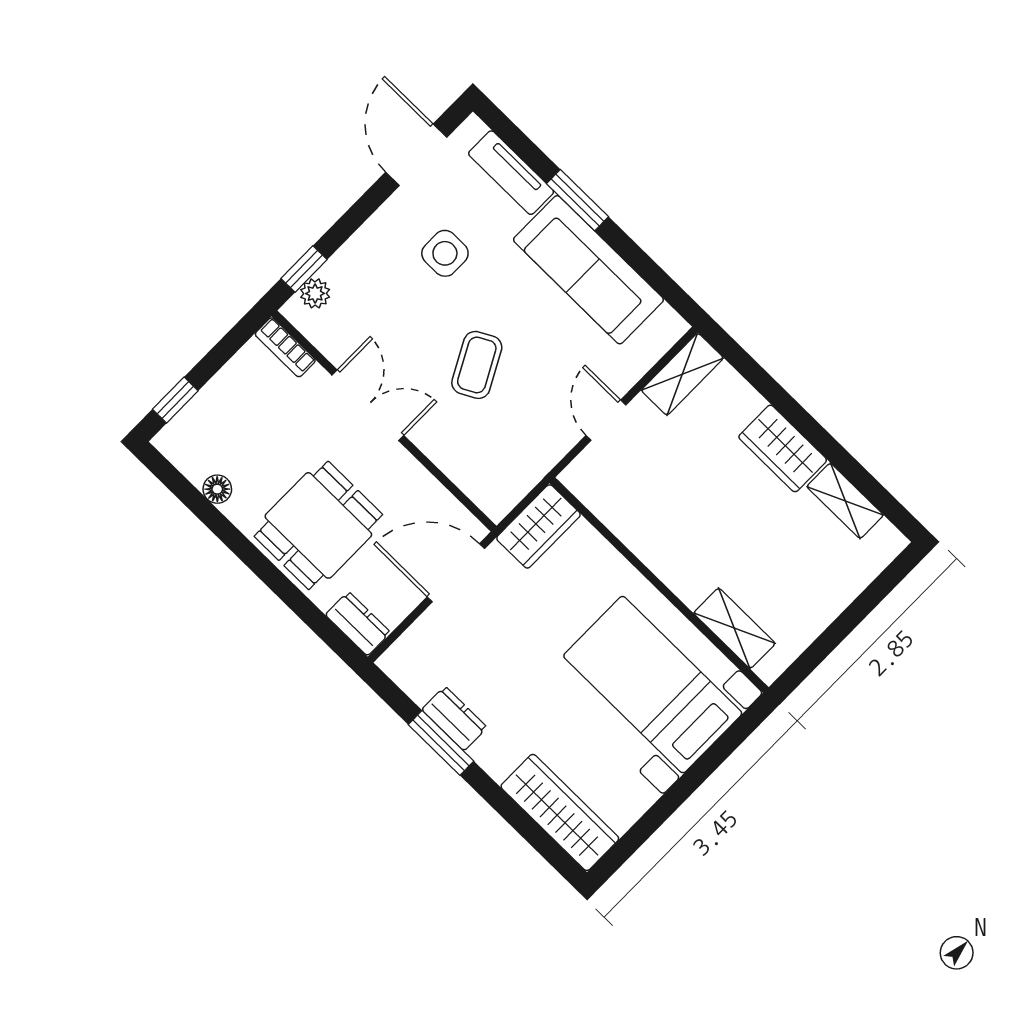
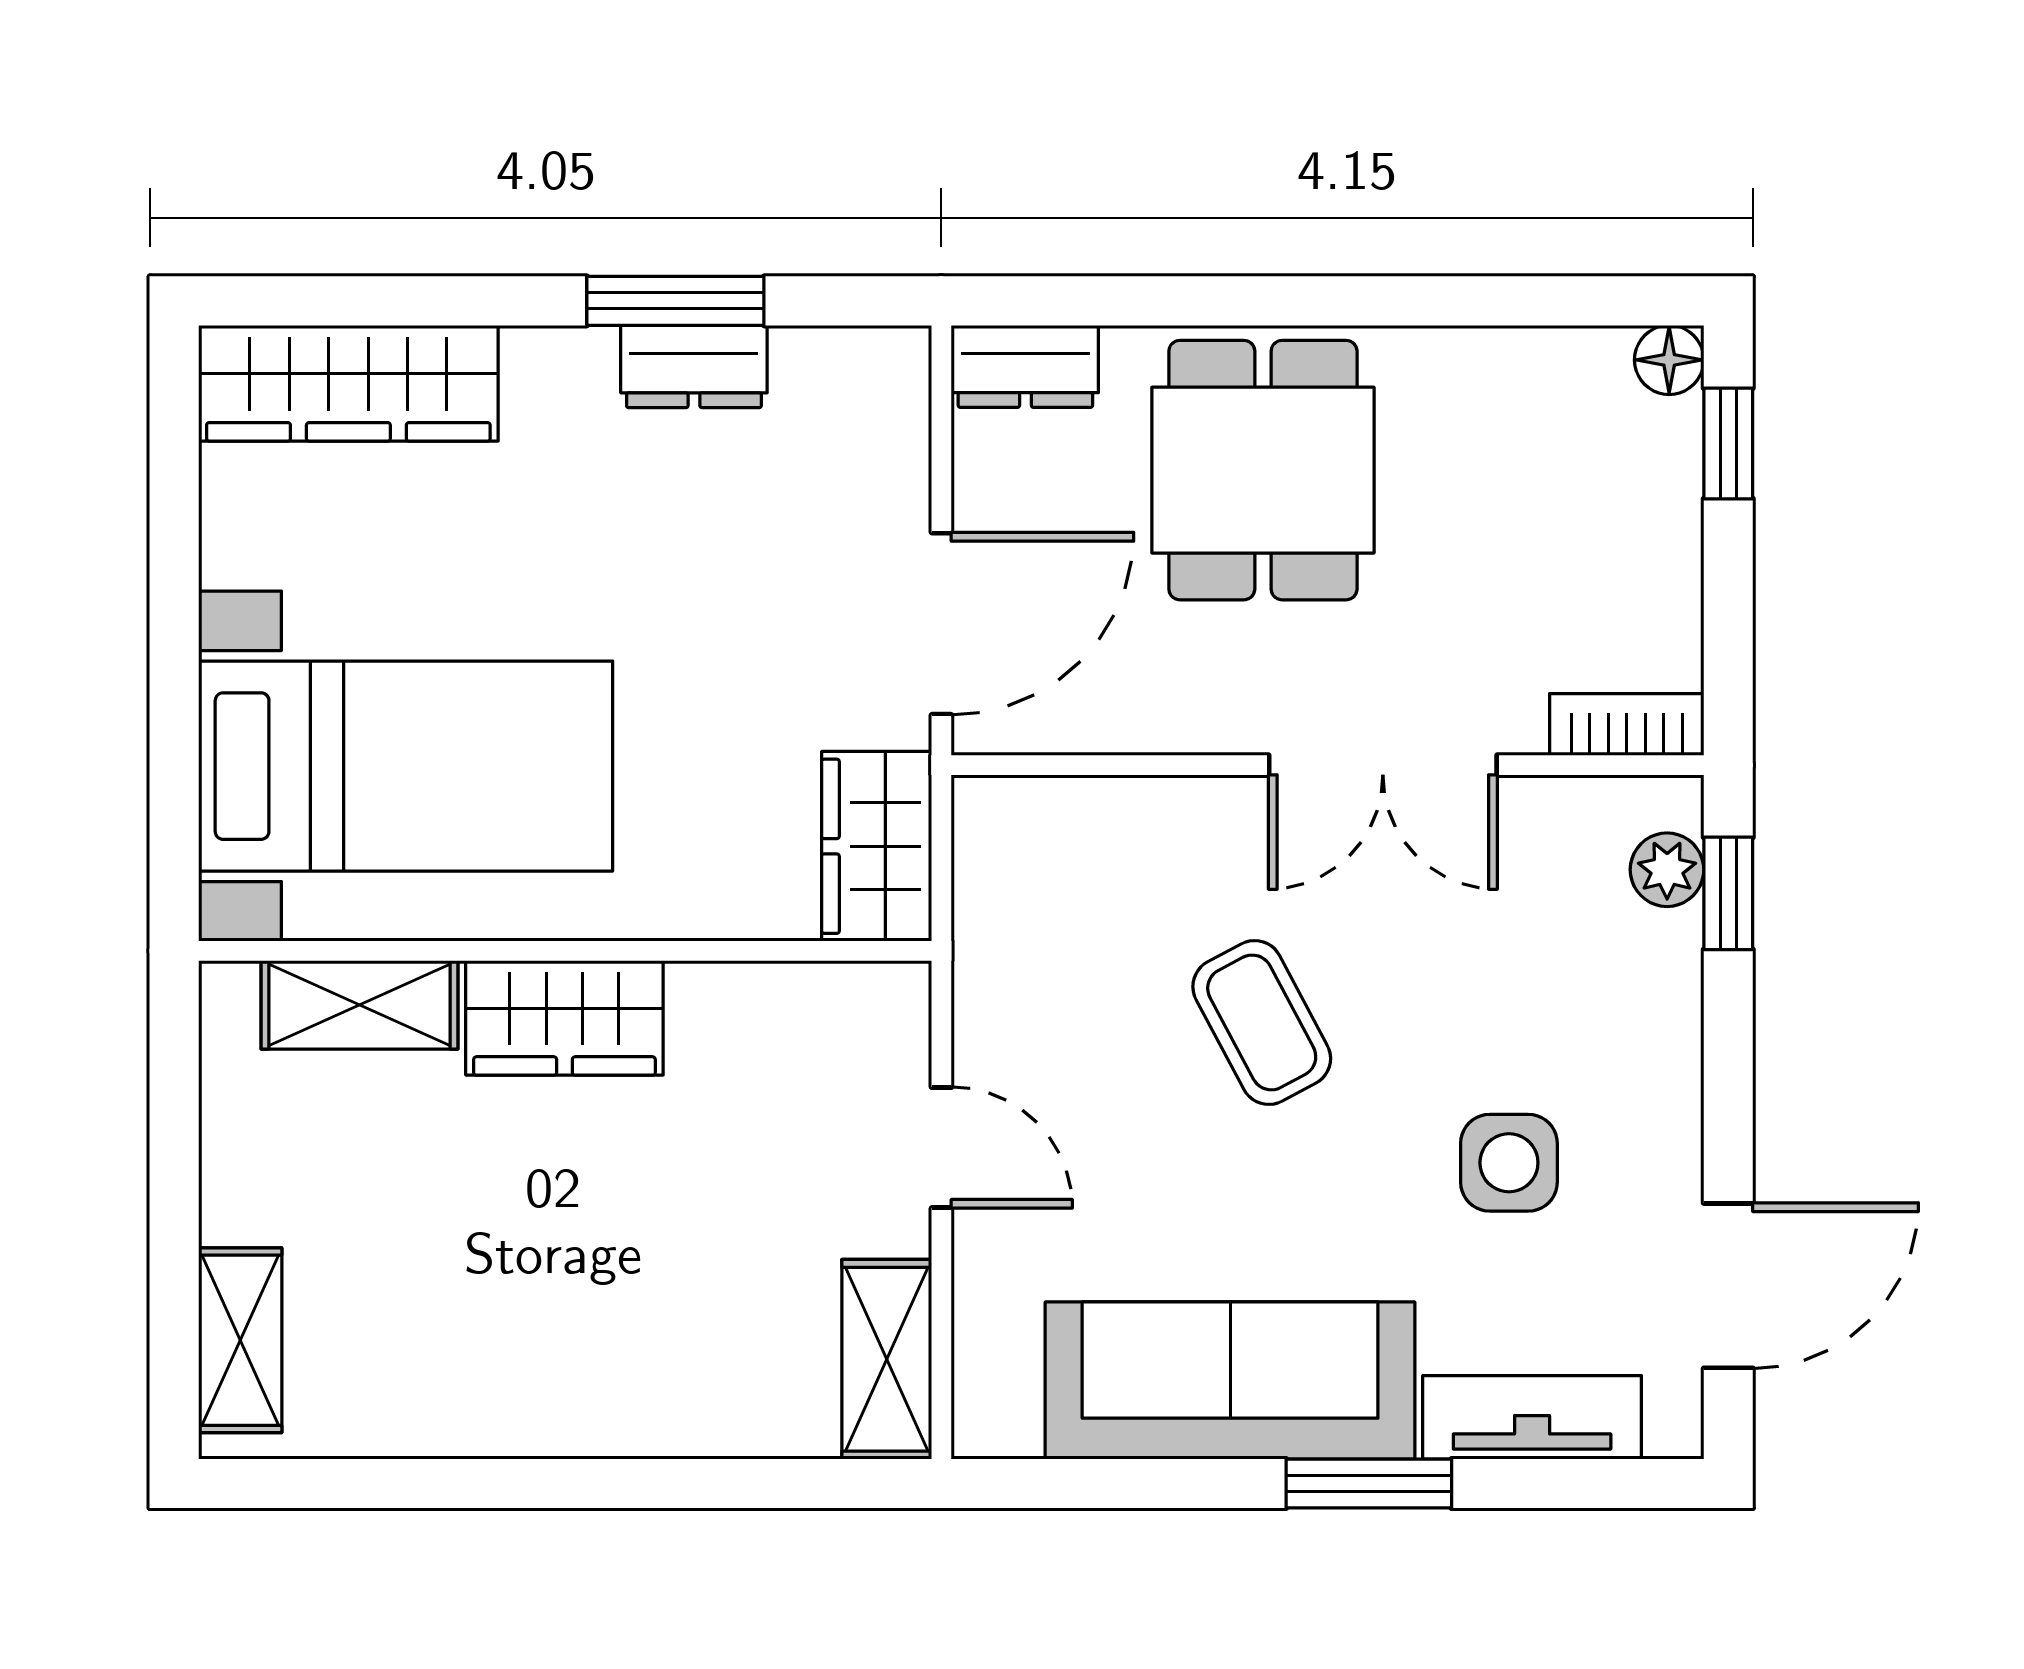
door: (416, 155) -> (1728, 1286), hinge flipped
wardrobe: (783, 448) -> (564, 1018), moved, turned 180
floor lamp: (217, 489) -> (1669, 360), moved
shelving: (845, 501) -> (240, 1340), moved, turned 90

